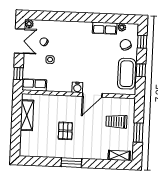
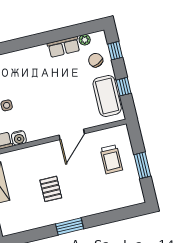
water cooler: (77, 87) -> (19, 138), moved
trolley: (116, 122) -> (111, 159), turned -90
shelving: (119, 156) -> (127, 201), removed

